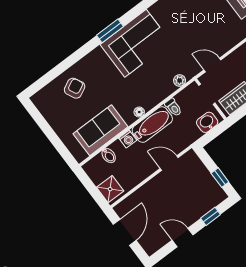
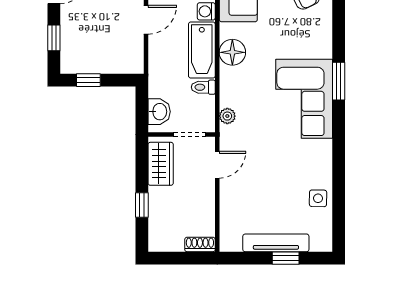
floor lamp: (139, 112) -> (232, 52), width x1.89, depth x1.89
door: (169, 163) -> (146, 20), moved

